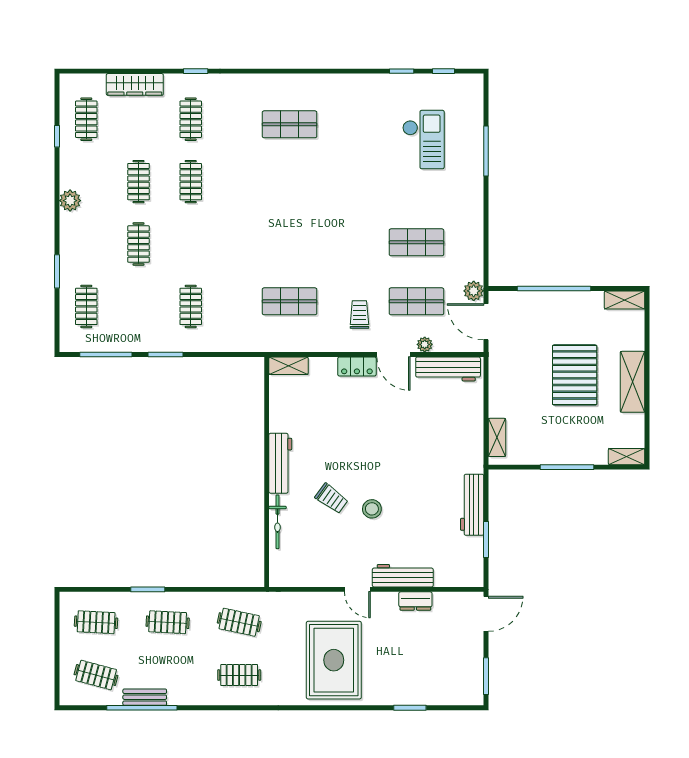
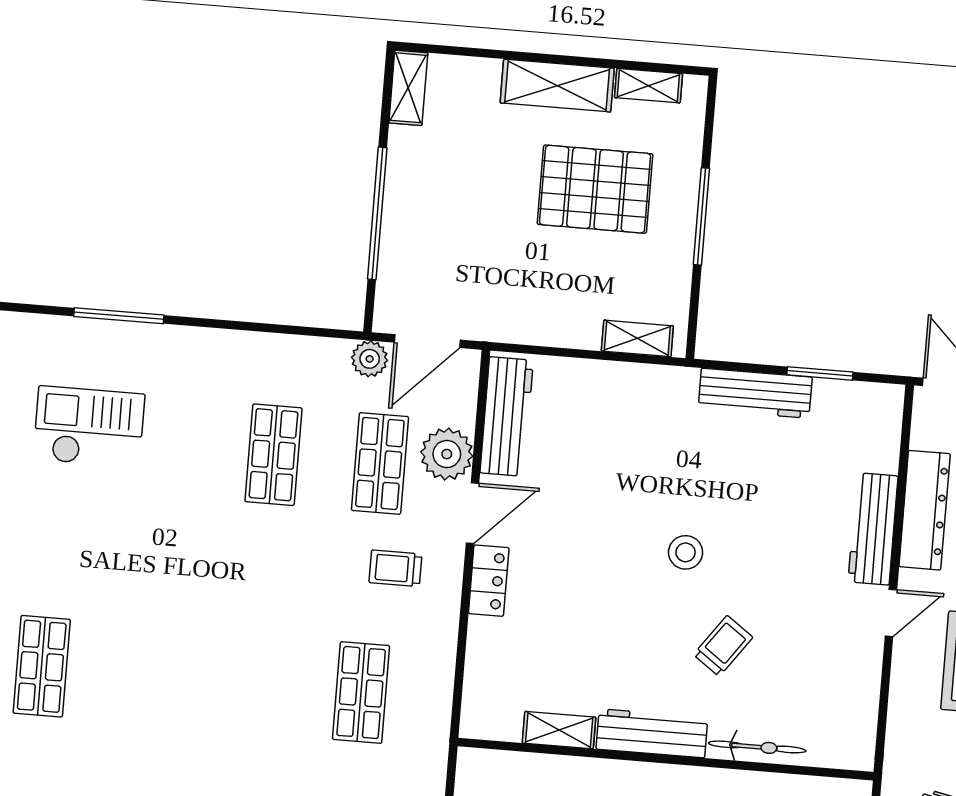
plant: (425, 344) -> (447, 454), width x1.88, depth x1.88
shelving: (289, 366) -> (559, 730), moved, turned 90
pallet: (575, 375) -> (595, 189), moved
shelving: (627, 457) -> (648, 86), moved, turned 90
stool: (372, 509) -> (686, 552), moved
dresser: (415, 601) -> (925, 510), width x1.96, depth x1.24

